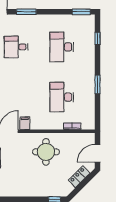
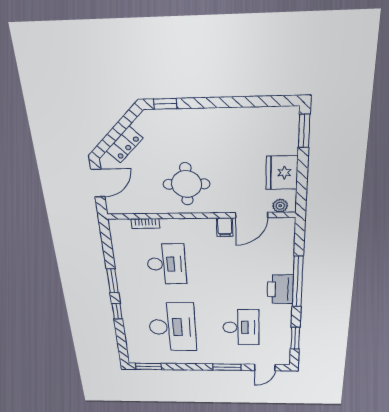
window: (98, 38) -> (117, 311), moved
desk: (16, 47) -> (241, 327), width x1.37
desk: (62, 47) -> (172, 327), width x1.36, depth x1.30

